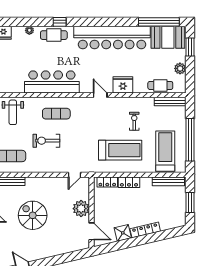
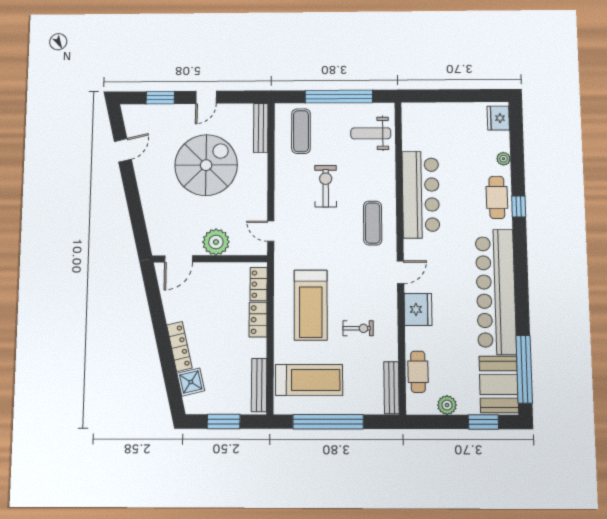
exercise mat: (56, 114) -> (373, 223), moved
spiral stairs: (33, 215) -> (206, 165), width x1.37, depth x1.37
shower: (123, 233) -> (191, 382), moved

